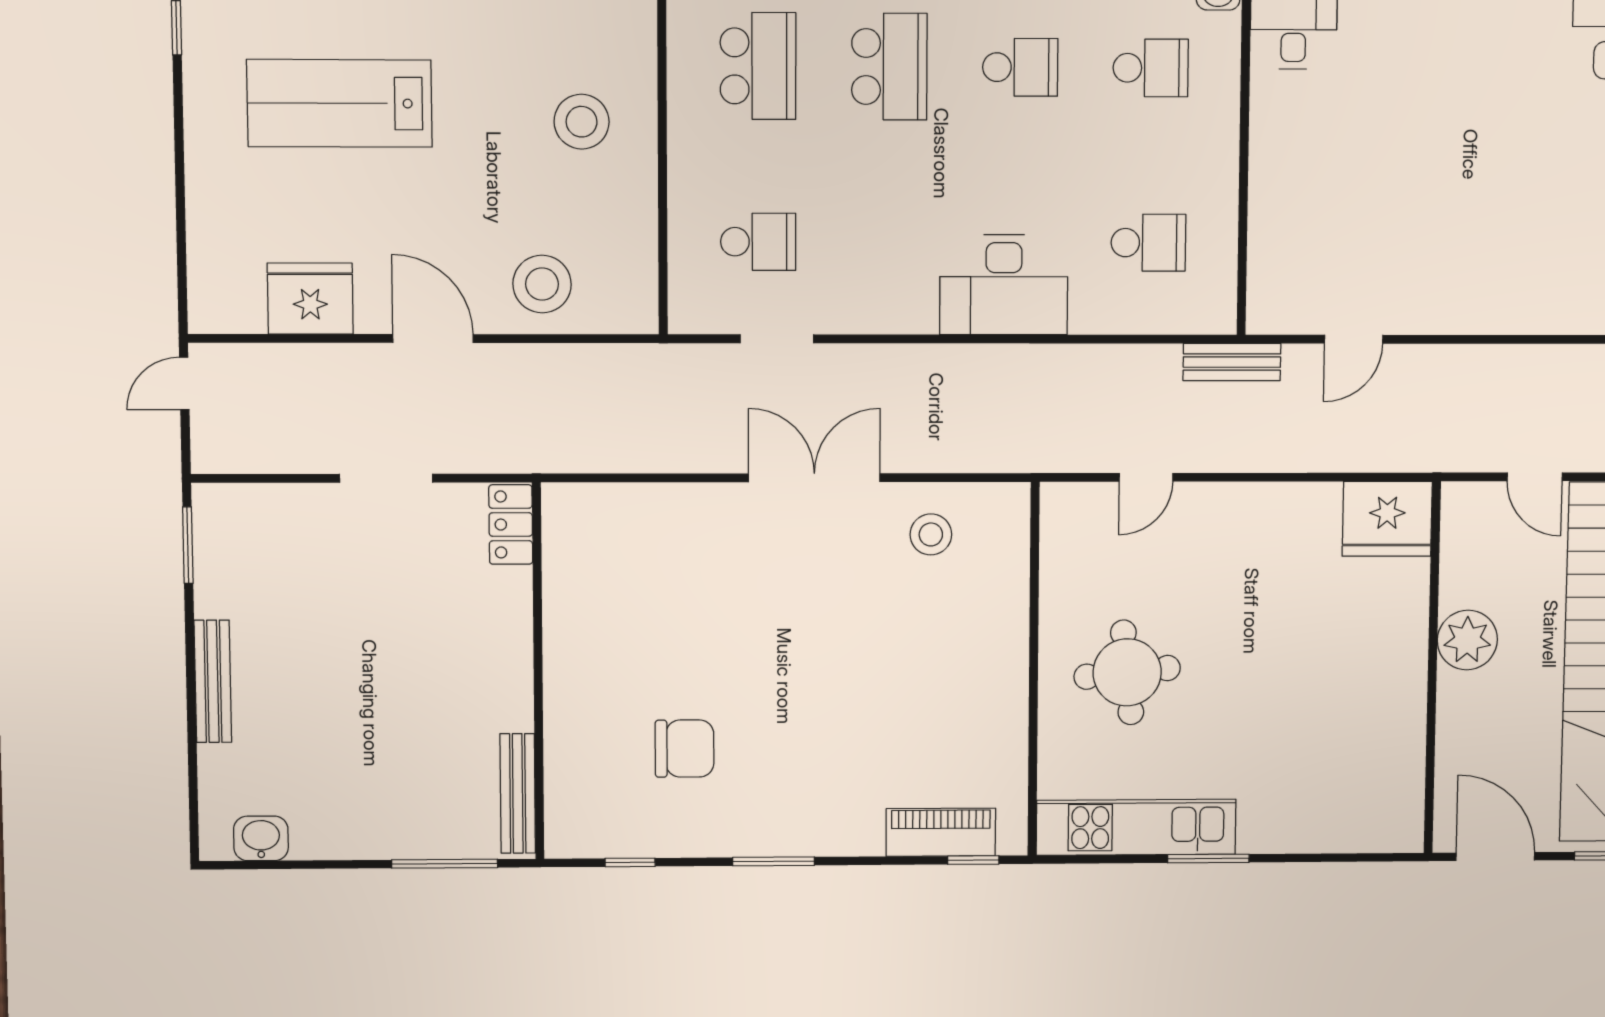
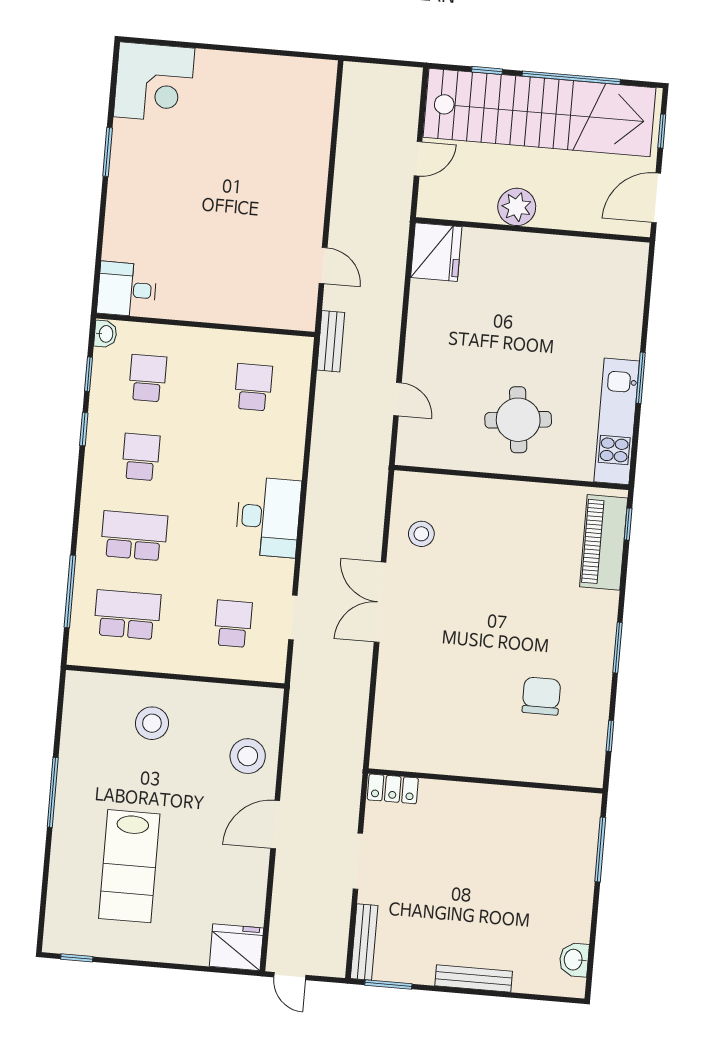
desk: (1004, 285) -> (268, 517), moved
fridge: (310, 299) -> (236, 947), moved, turned 90
bench: (518, 794) -> (364, 942), moved, turned 90
piano: (941, 832) -> (604, 542), width x1.37, depth x1.33

